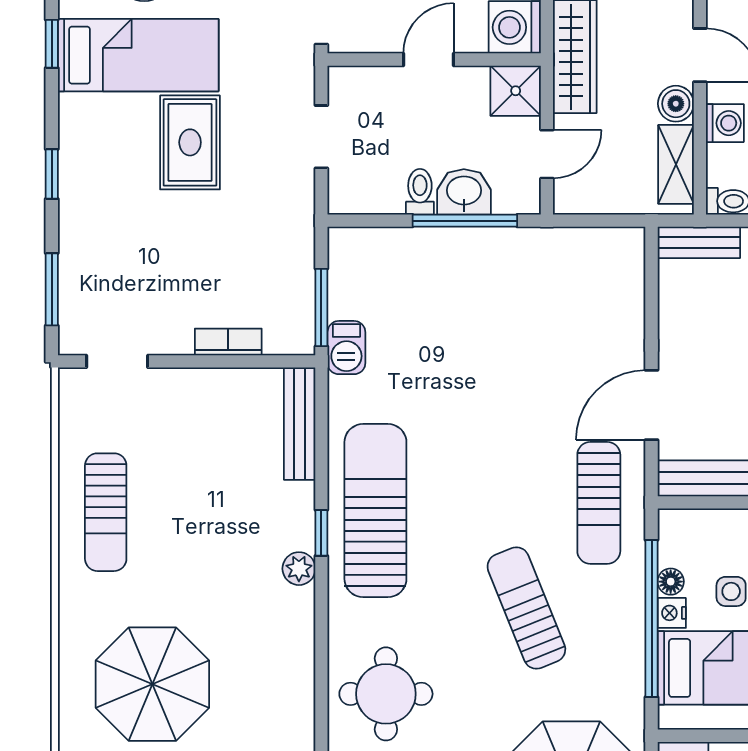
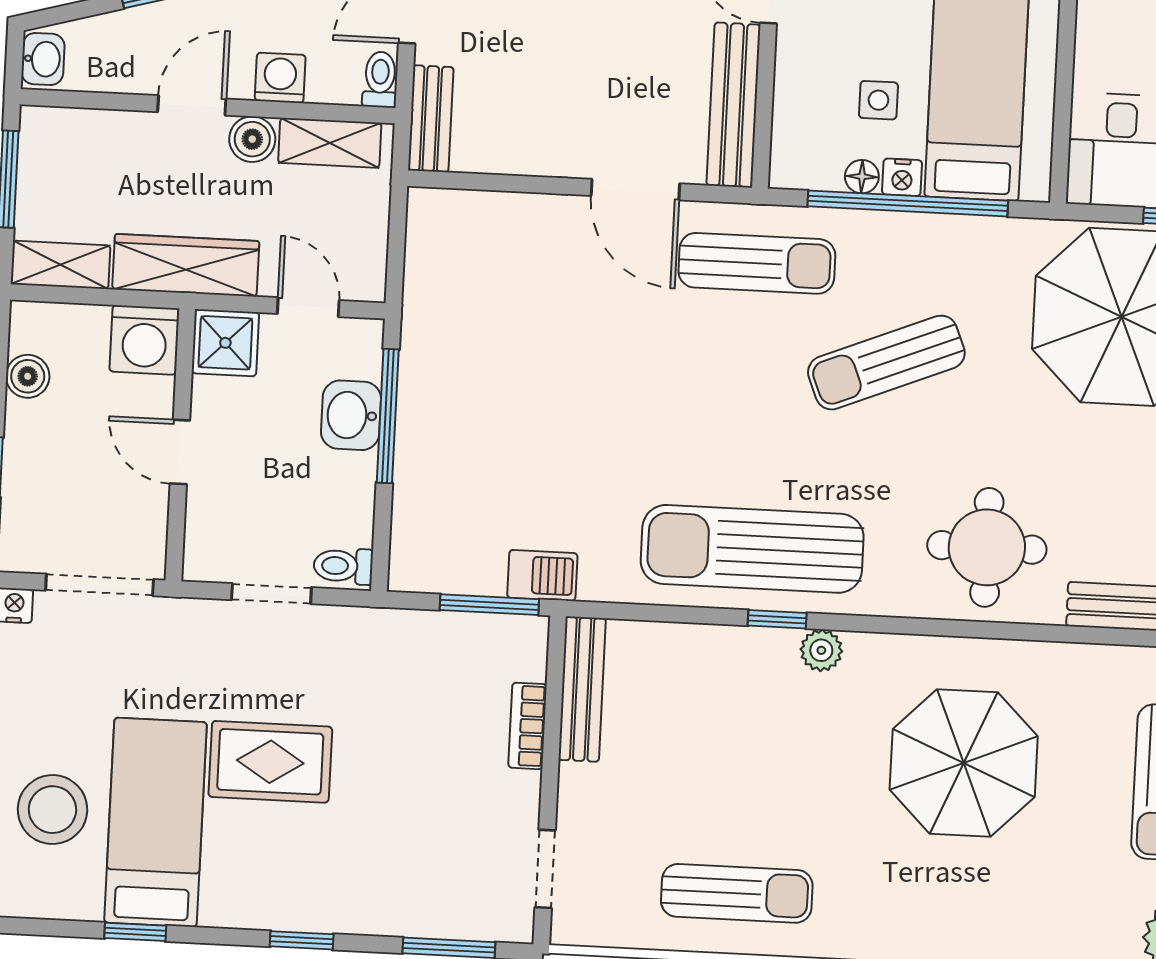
toilet: (420, 192) -> (343, 566), moved
bench: (300, 424) -> (582, 689), moved, turned 90
parasol: (152, 684) -> (964, 763), moved

